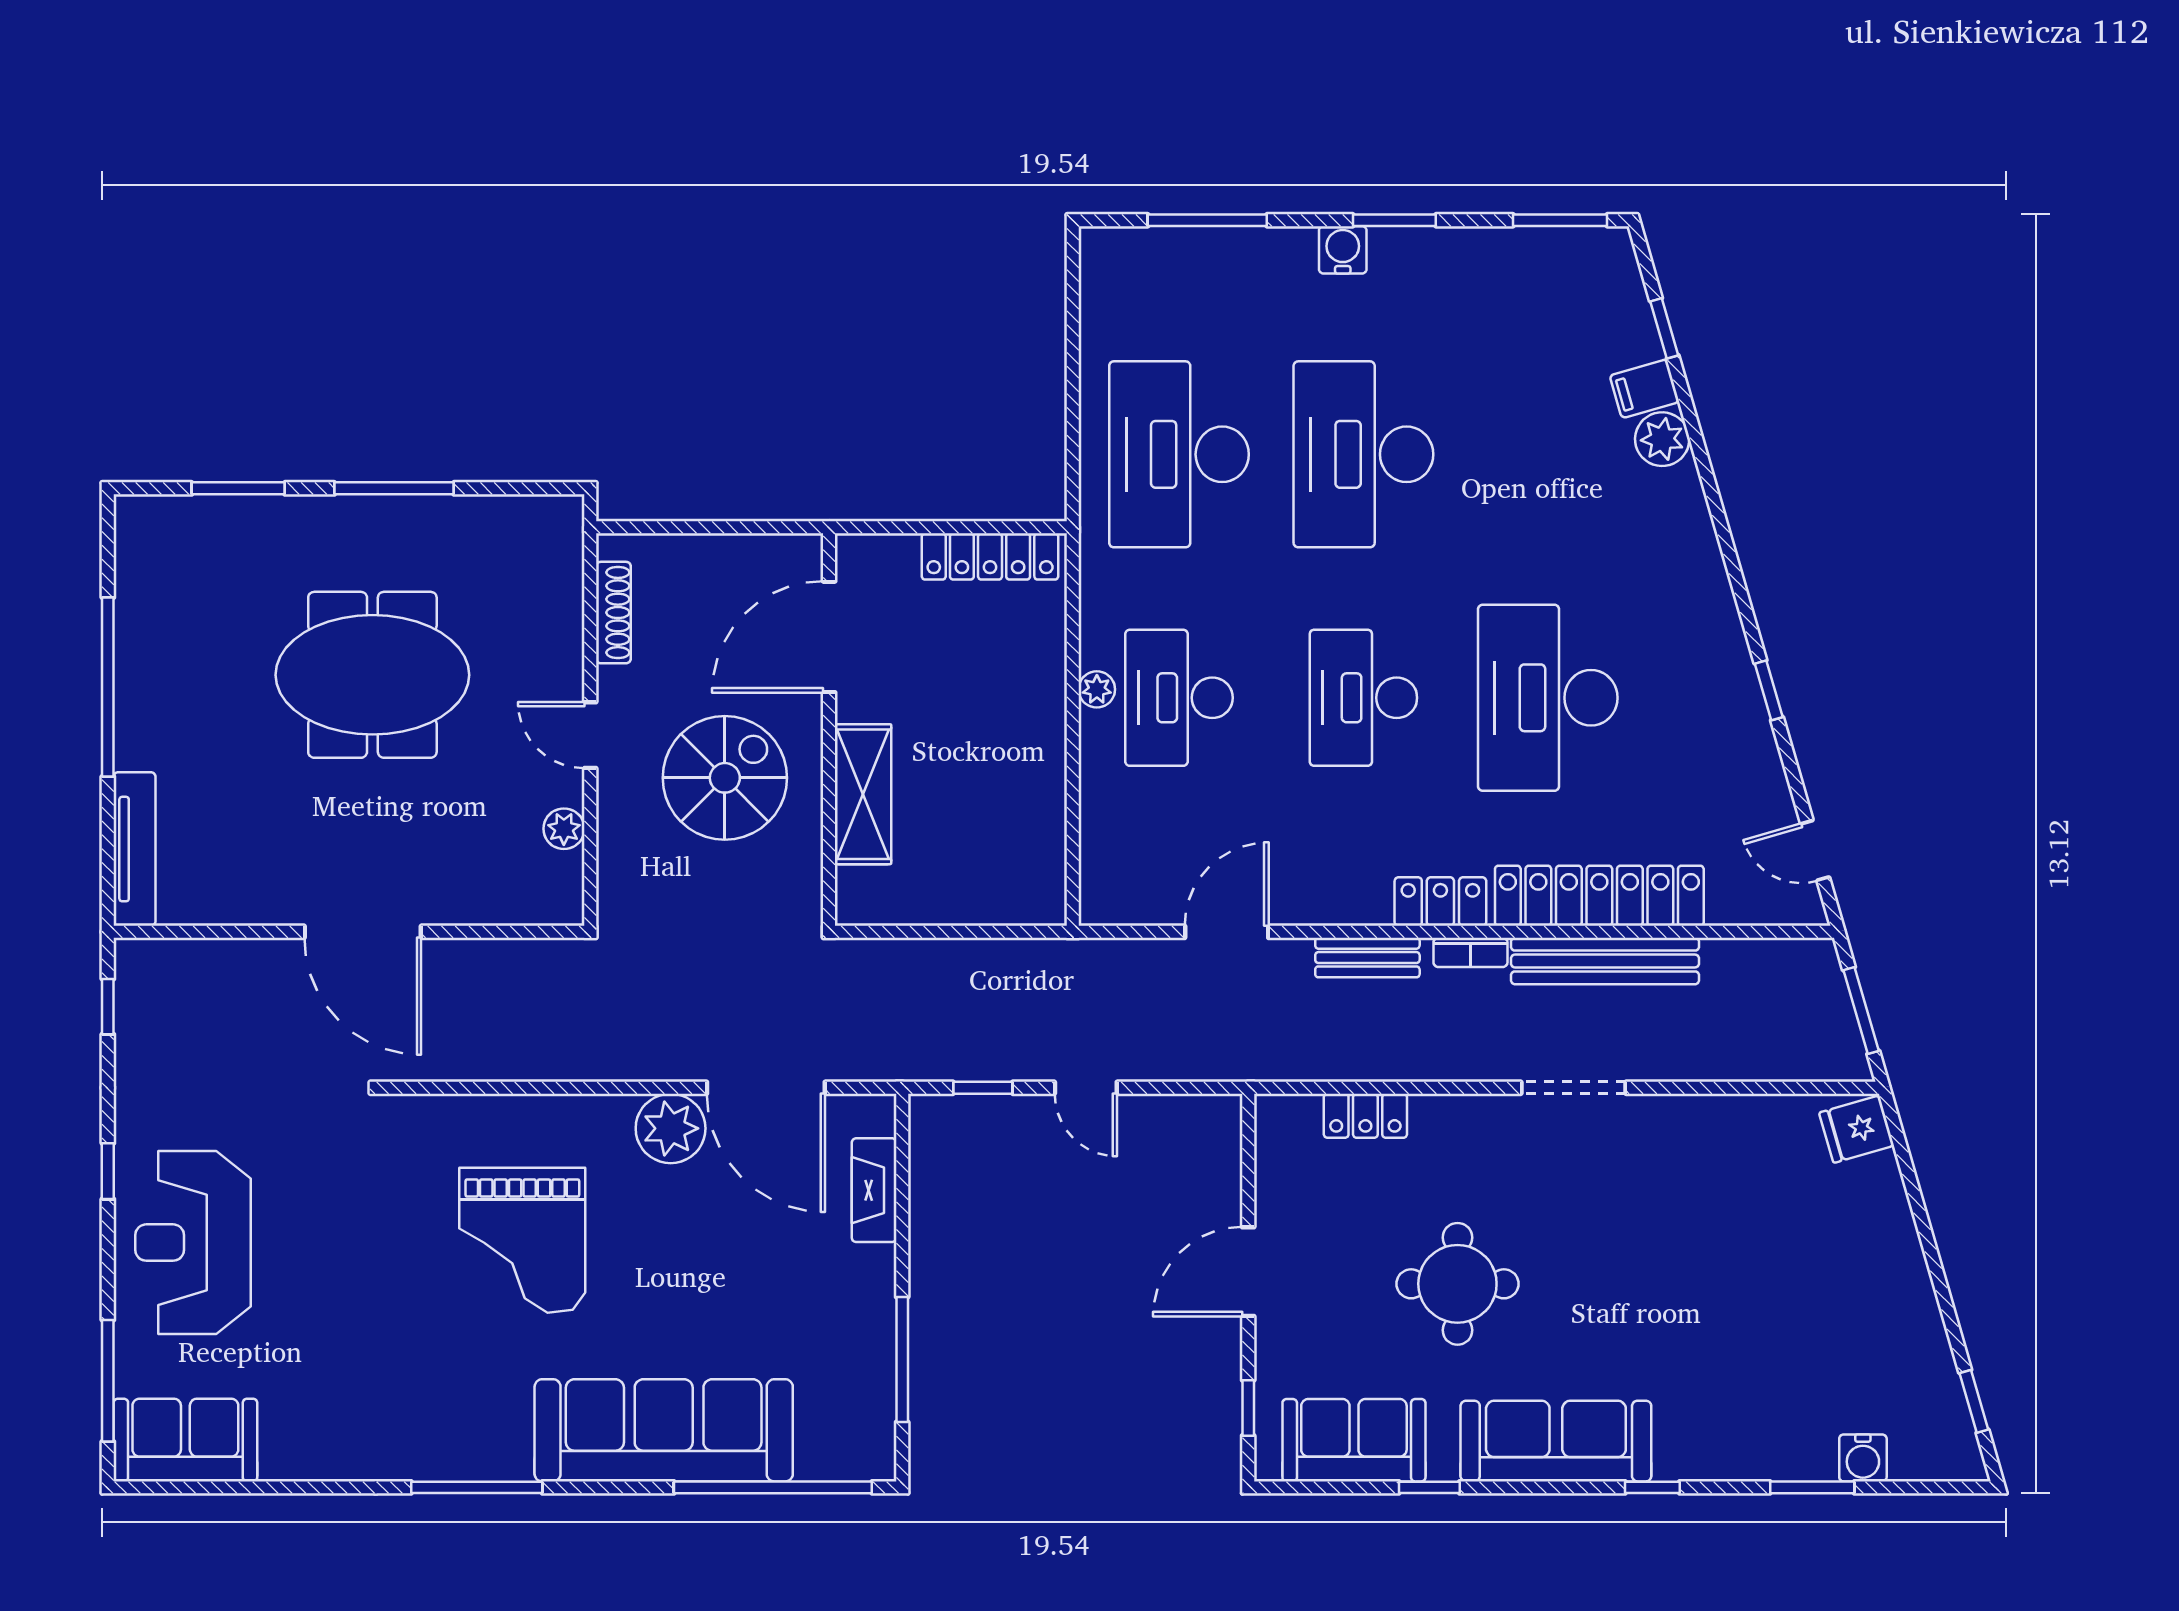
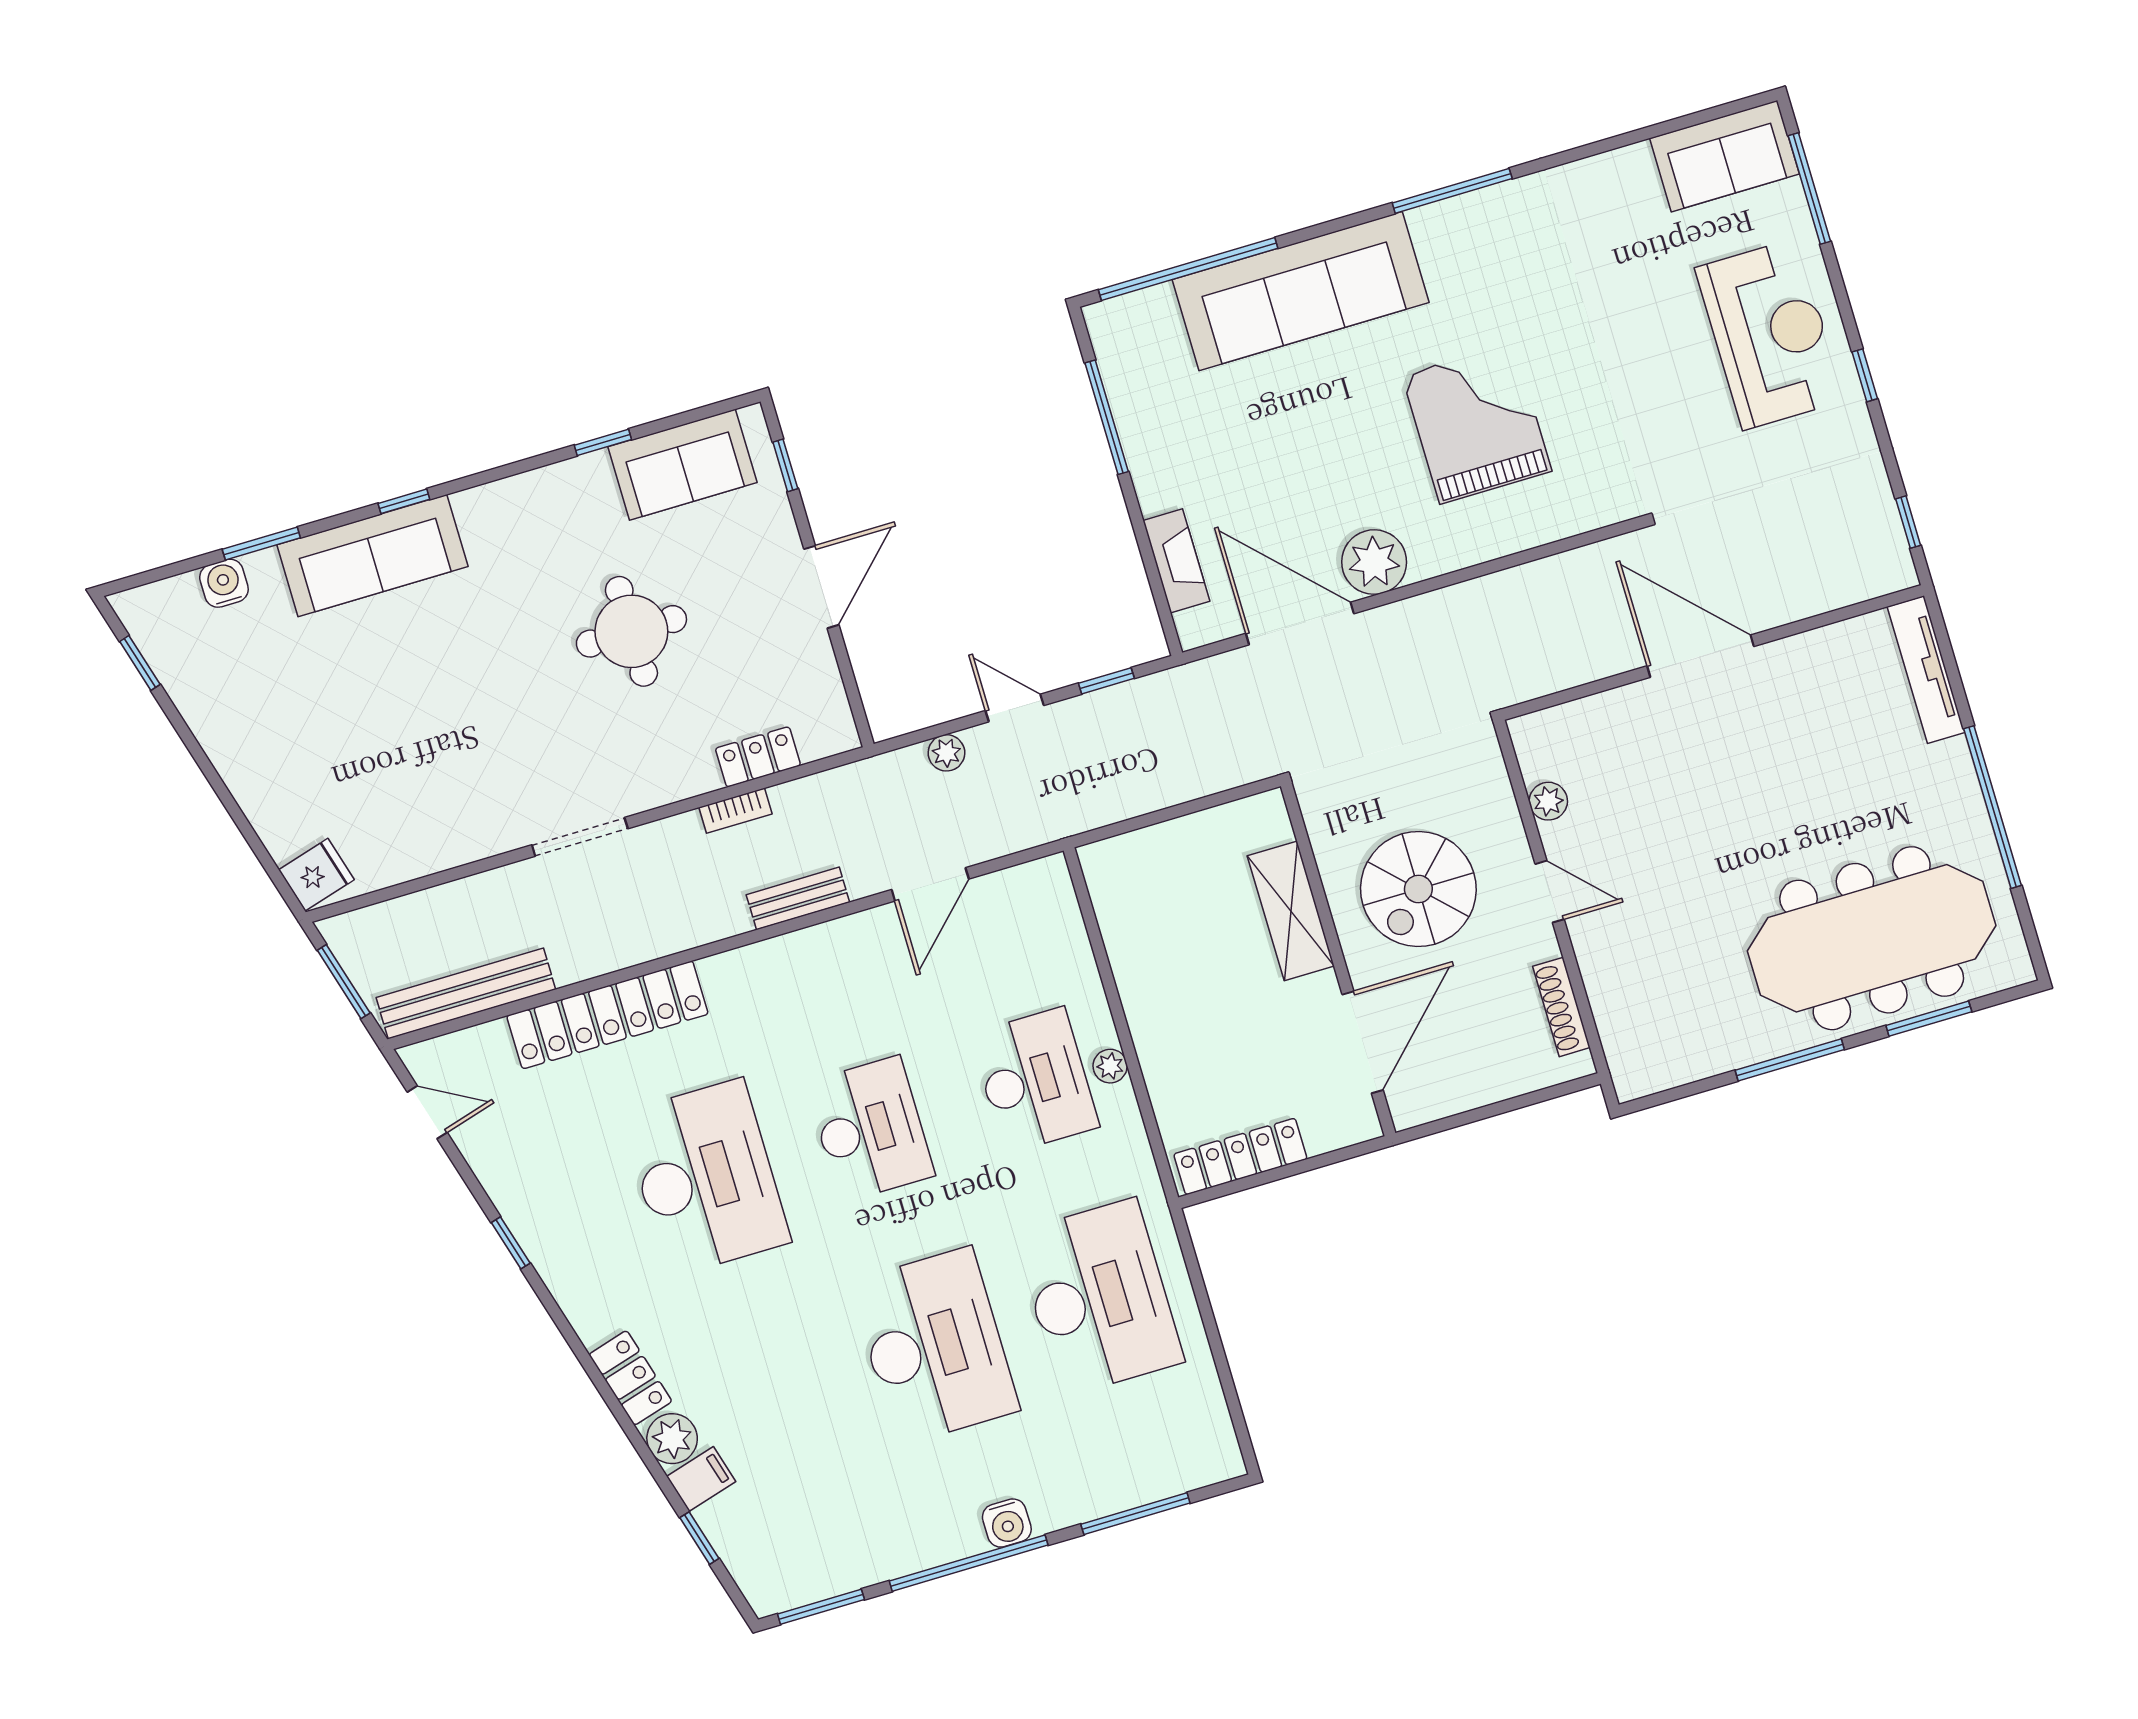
window: (1394, 220) -> (969, 1563), width x2.11
meeting table: (372, 675) -> (1872, 938), moved, width x1.36
locker: (1440, 902) -> (630, 1378), moved, turned -106
bookcase: (1470, 952) -> (736, 811), moved, turned 180
bench: (1605, 961) -> (466, 994), moved
plant: (1170, 1062) -> (946, 753), added
sofa: (1556, 1441) -> (372, 556), moved

